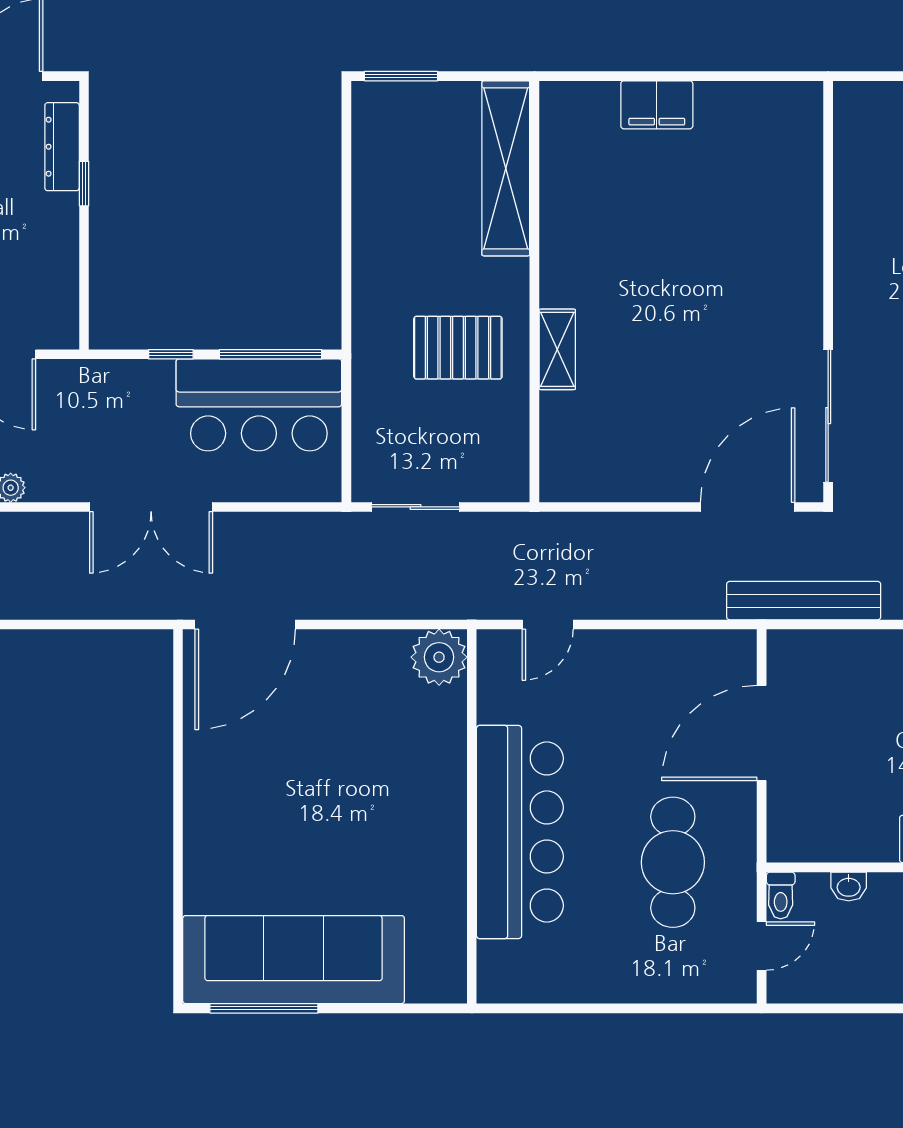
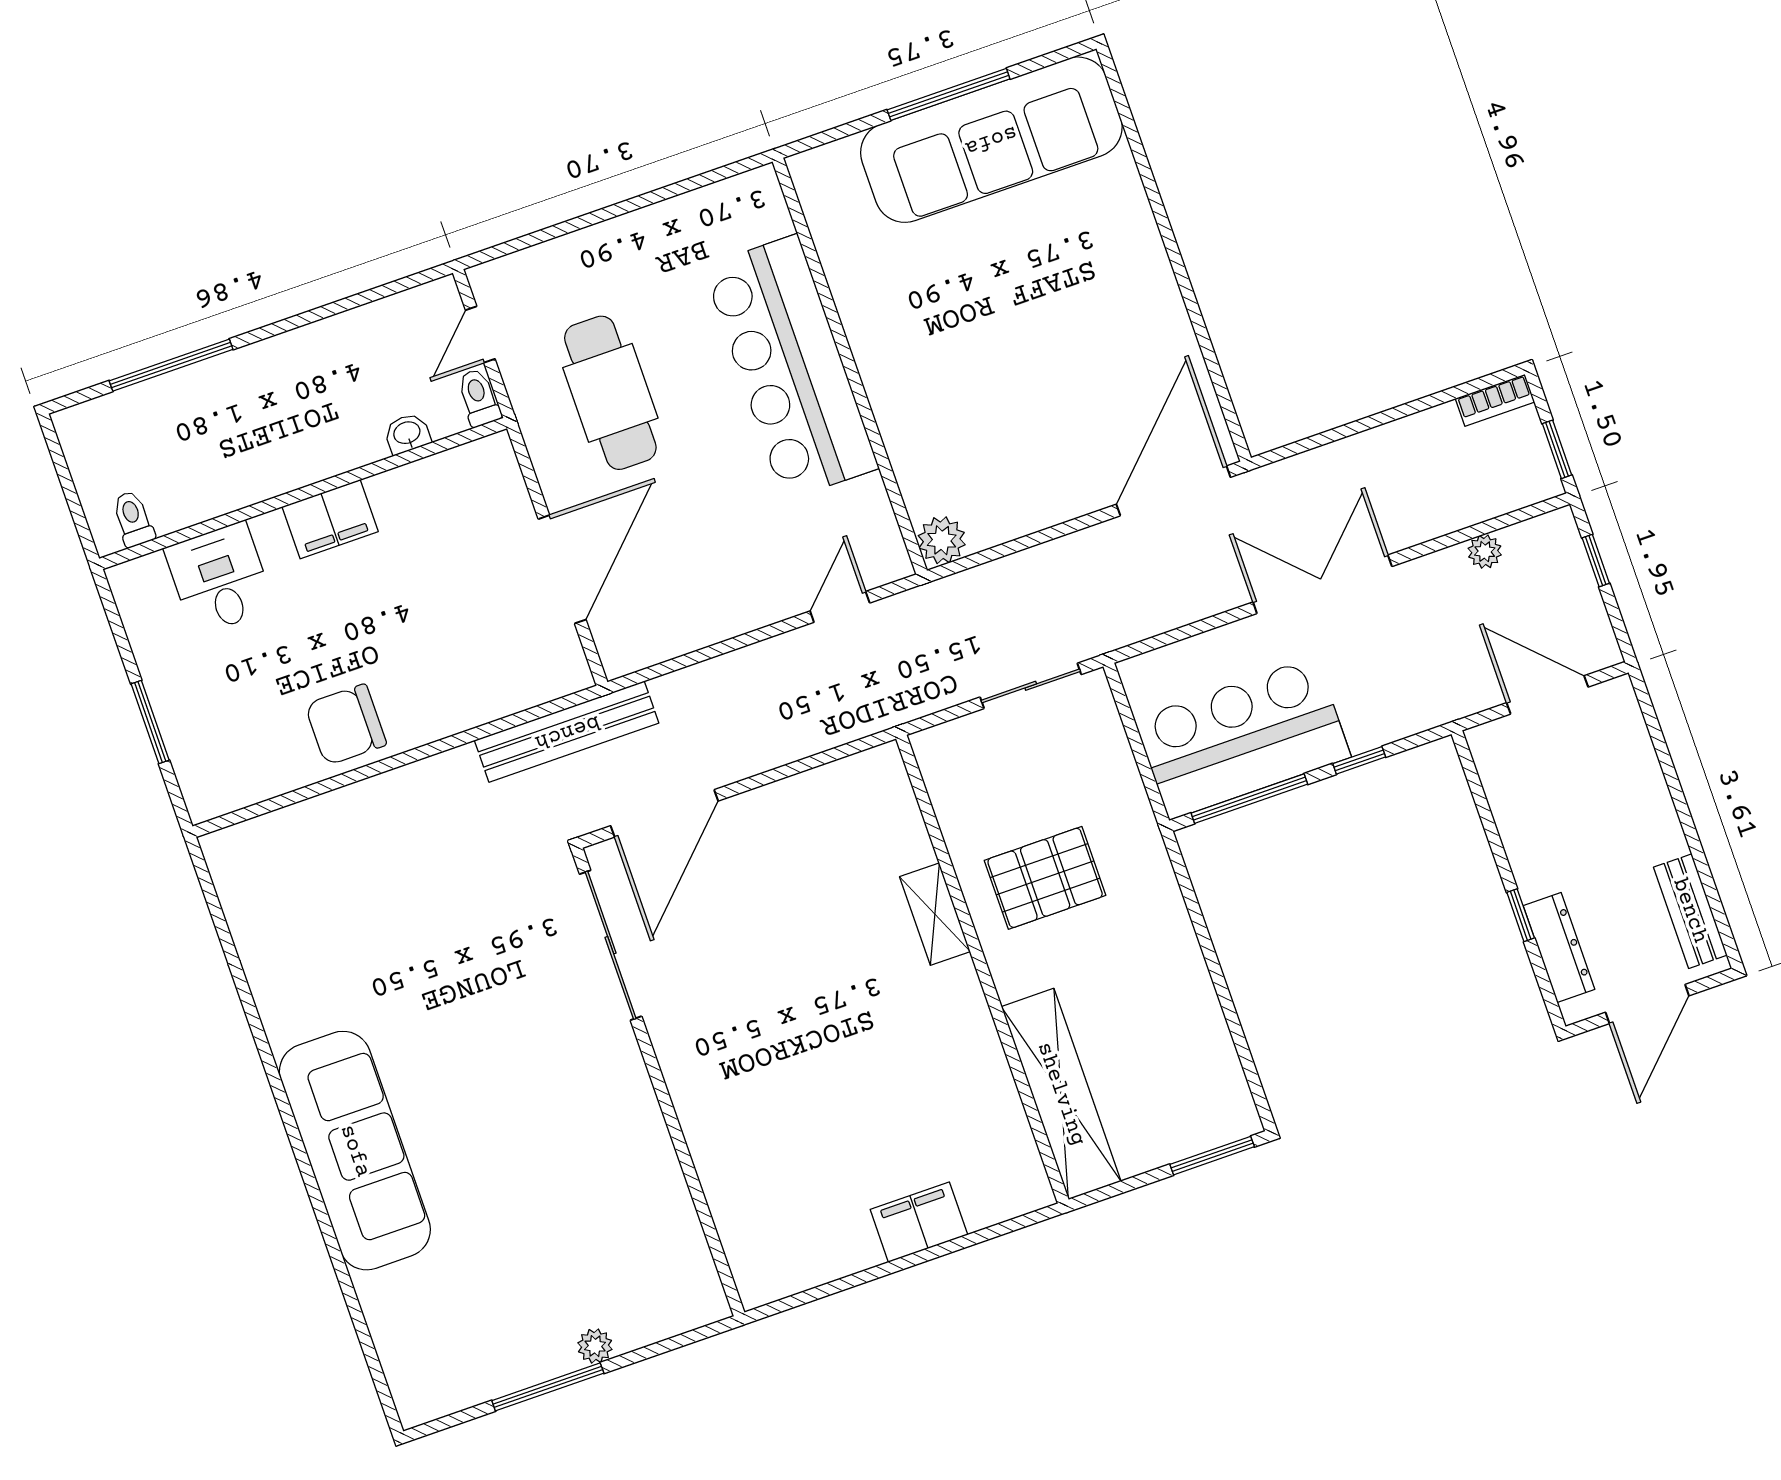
plant: (439, 657) -> (942, 540), width x0.73, depth x0.73
window: (264, 1008) -> (949, 94), moved

